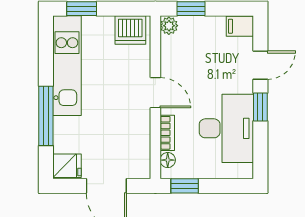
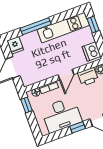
printer: (174, 53) -> (88, 77), added

